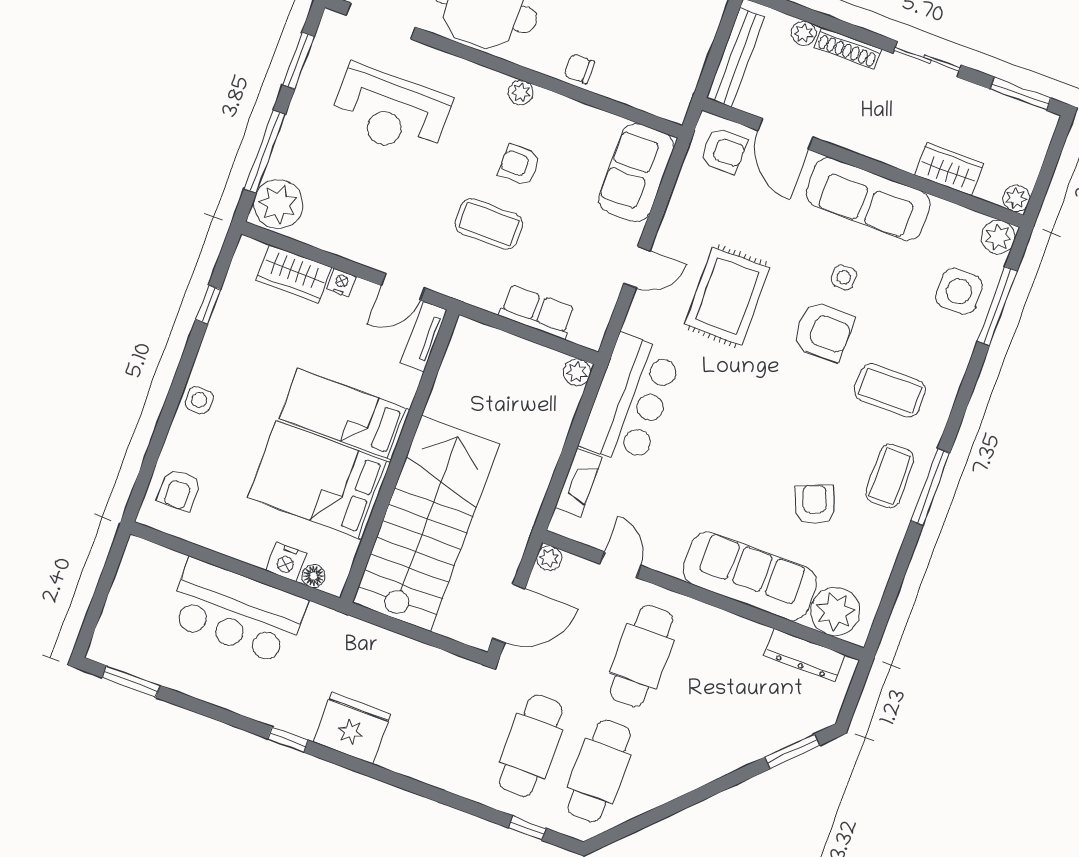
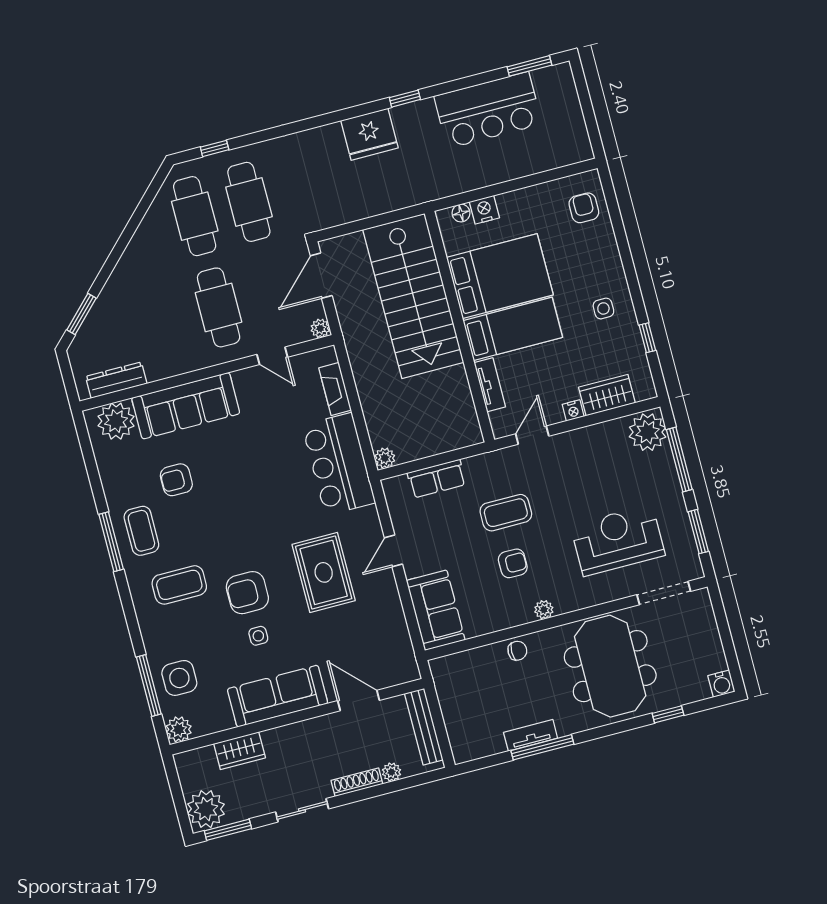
armchair: (724, 151) -> (390, 663), removed
plant: (1016, 198) -> (206, 809), moved, width x1.88, depth x1.88
tv unit: (424, 337) -> (490, 385), moved
side table: (199, 400) -> (603, 308), moved
armchair: (815, 504) -> (176, 480), turned 112
bar counter: (237, 611) -> (488, 110), moved, turned 180

